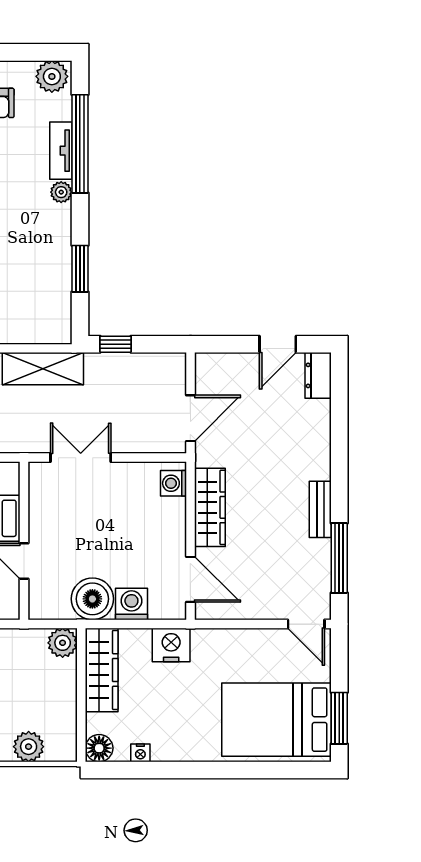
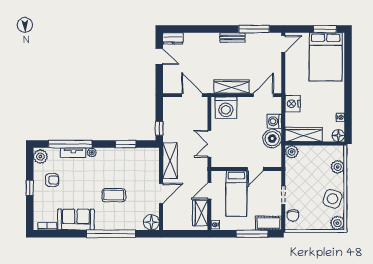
washing machine: (174, 483) -> (226, 108), width x1.89, depth x1.89

